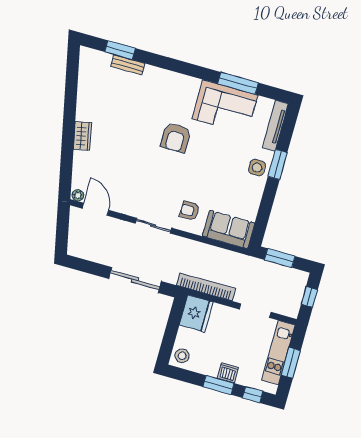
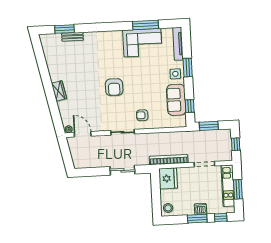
armchair: (176, 138) -> (114, 87), moved
window: (262, 220) -> (190, 106), added
sofa: (229, 229) -> (176, 100), moved, turned -90
sliding door: (135, 280) -> (122, 170), width x0.73

